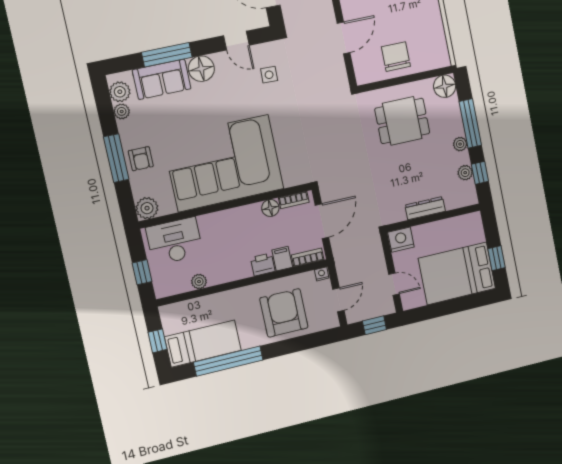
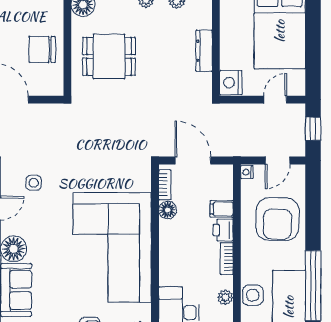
dining table: (402, 121) -> (109, 56), turned 90
bookcase: (308, 257) -> (227, 259), moved
door: (338, 300) -> (278, 161), swing flipped
side table: (207, 307) -> (253, 295), added
armchair: (284, 313) -> (278, 219), turned -89

